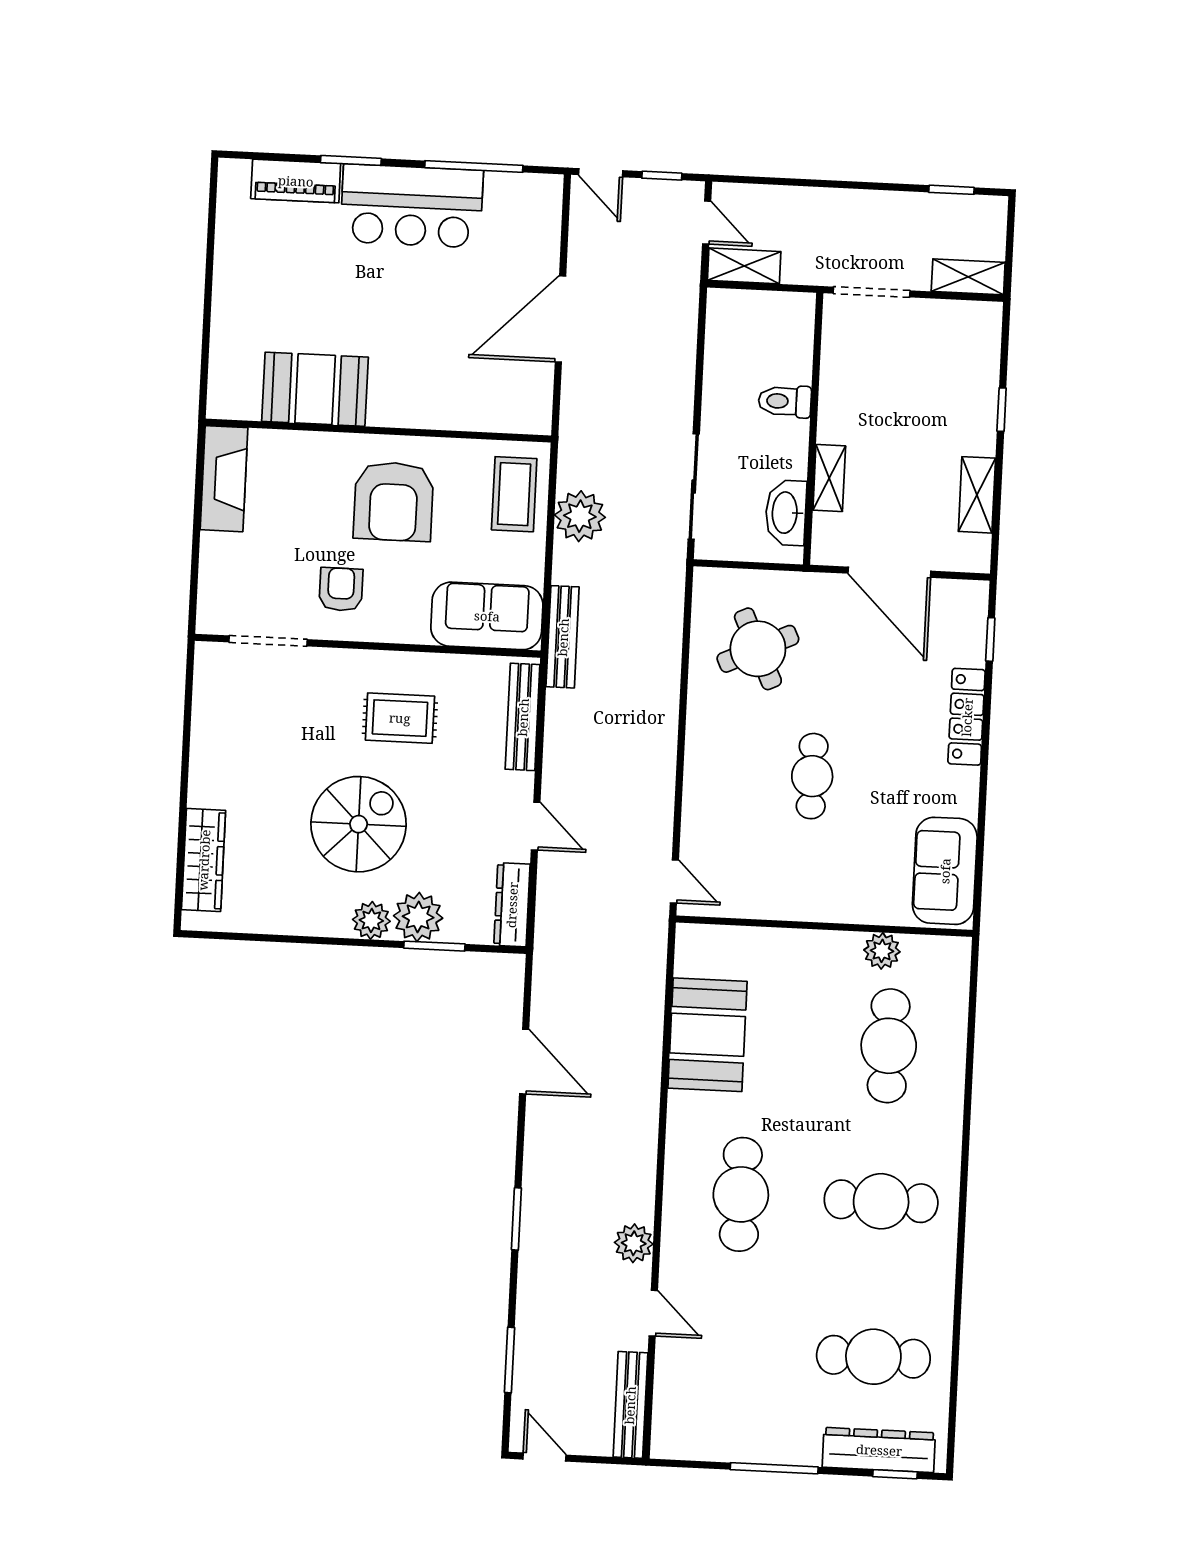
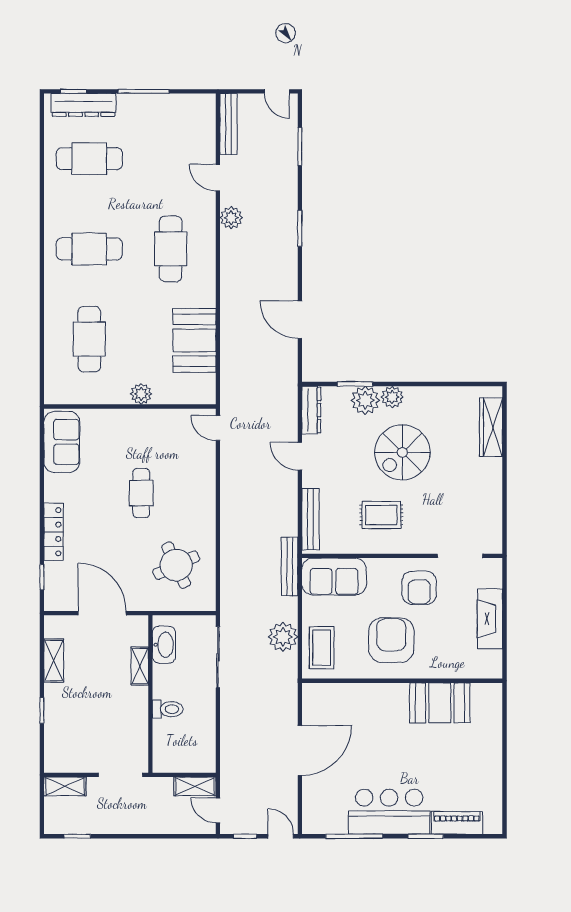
fireplace: (224, 479) -> (490, 619), moved
armchair: (341, 589) -> (419, 588), width x1.38, depth x1.38
plant: (882, 951) -> (141, 394), moved

